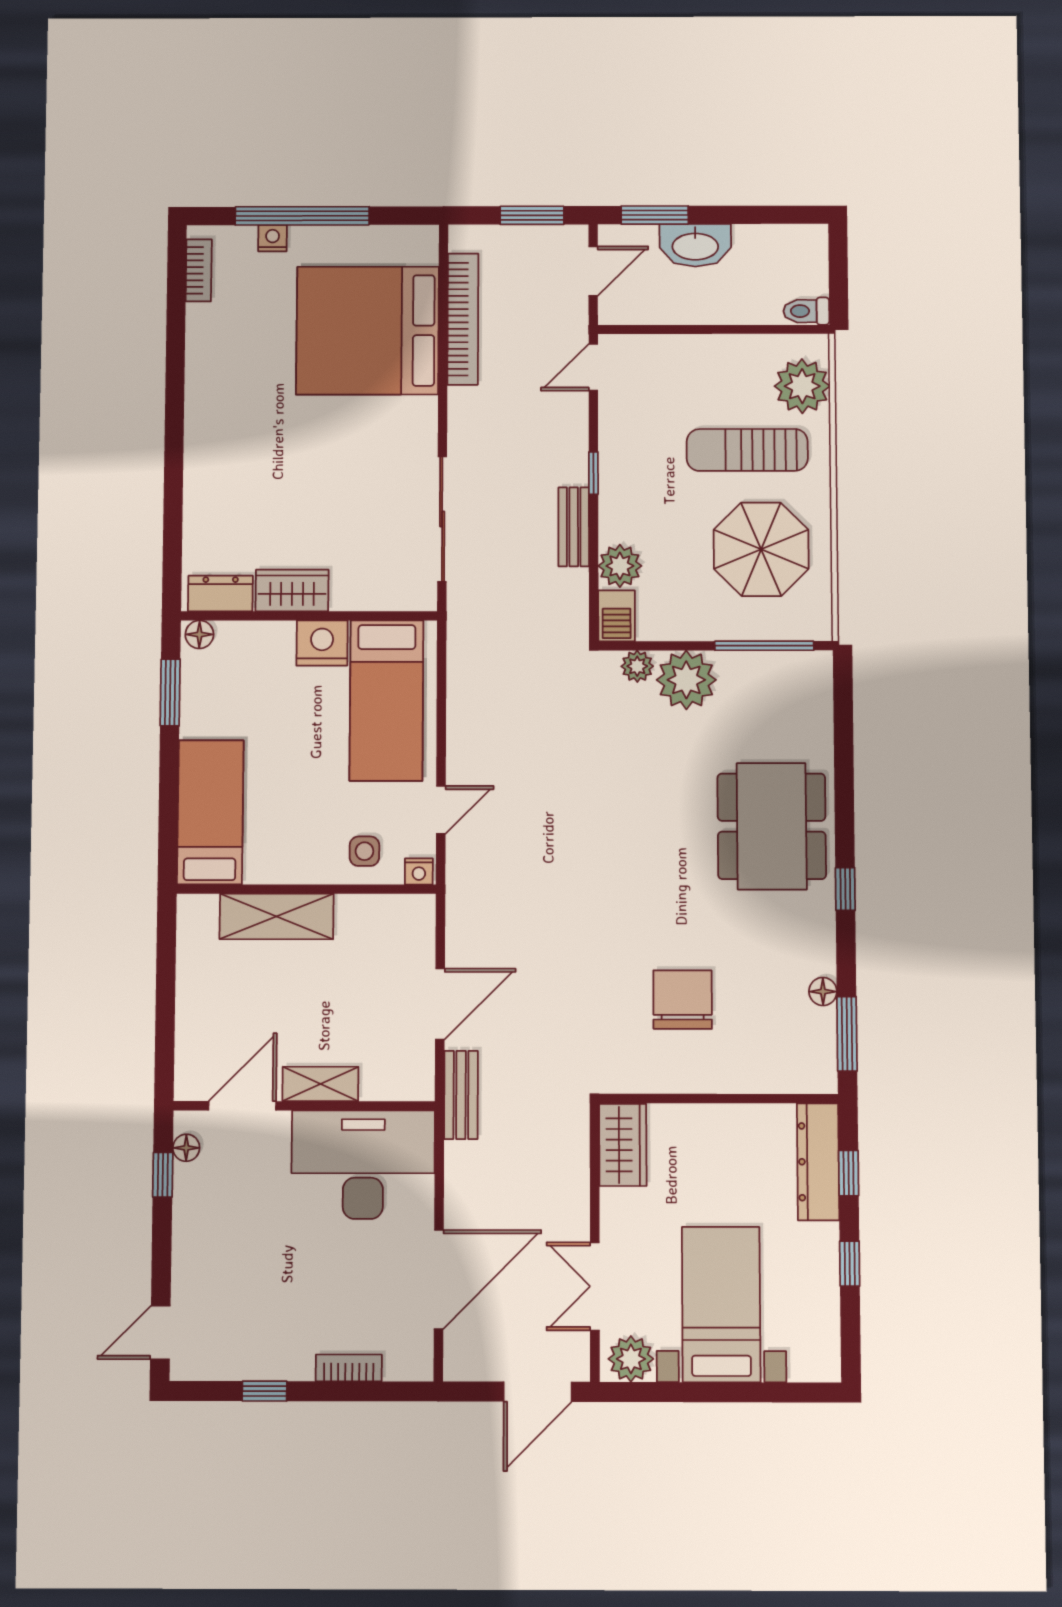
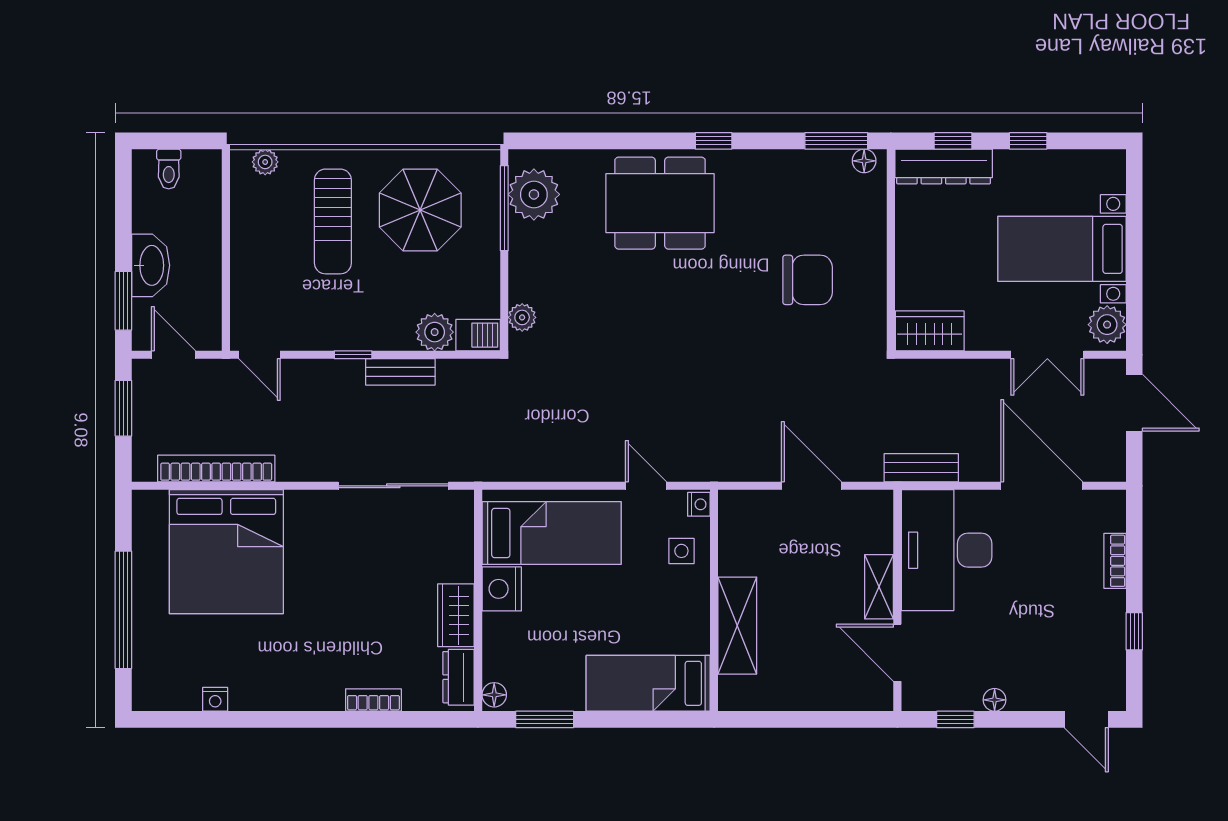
nightstand: (273, 238) -> (215, 699), moved, turned -90
bookcase: (199, 270) -> (373, 700), moved
toilet: (806, 311) -> (169, 169), moved
plant: (802, 386) -> (265, 162), width x0.53, depth x0.53
plant: (686, 680) -> (534, 194), moved
floor lamp: (823, 992) -> (864, 161), moved
chair: (683, 1000) -> (808, 280), turned 180
bench: (461, 1095) -> (921, 468), moved
floor lamp: (186, 1148) -> (995, 700), moved

